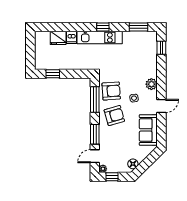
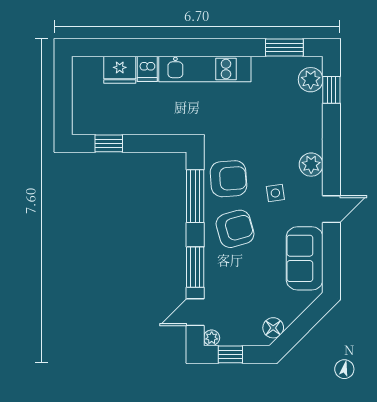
window: (103, 27) -> (211, 48), removed
plant: (151, 43) -> (311, 80), added

